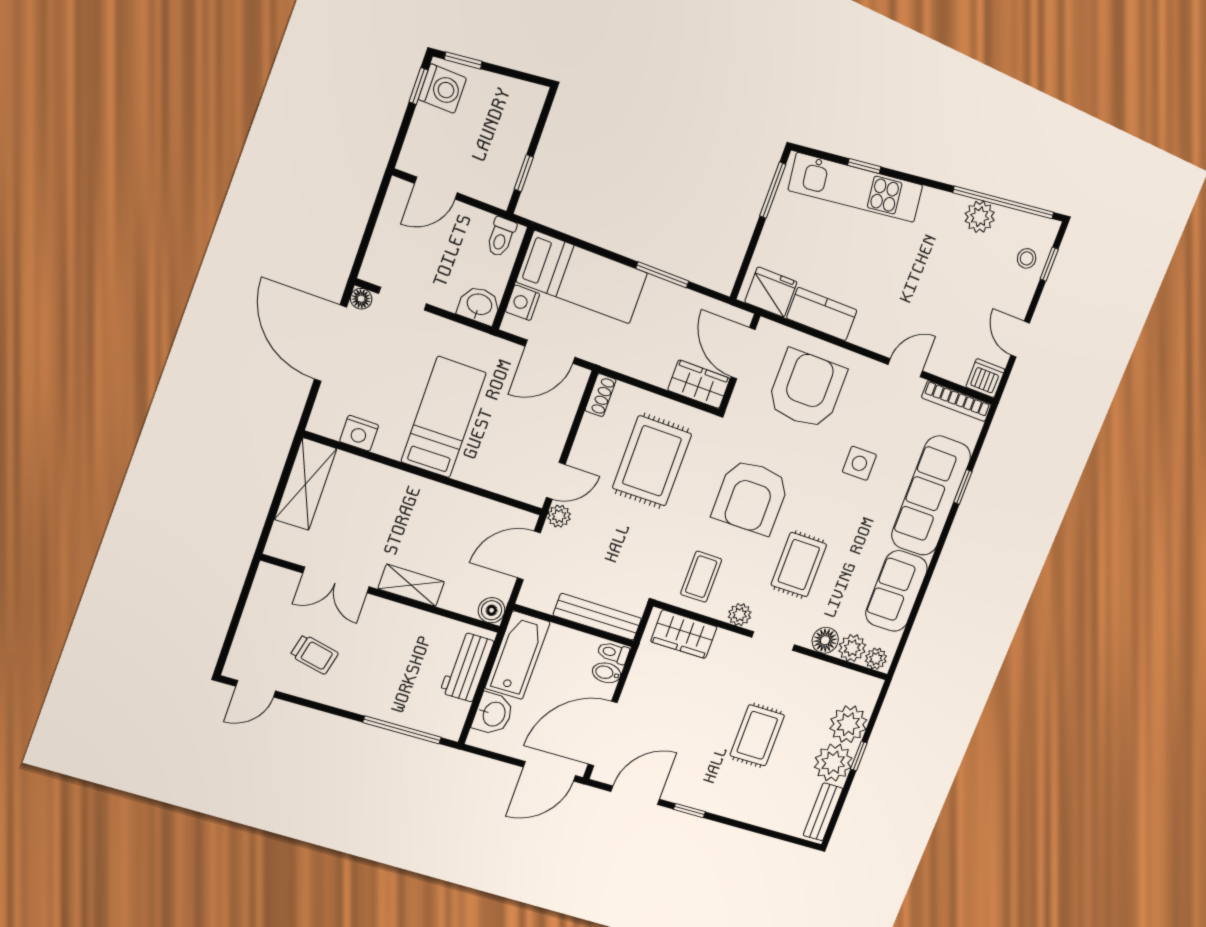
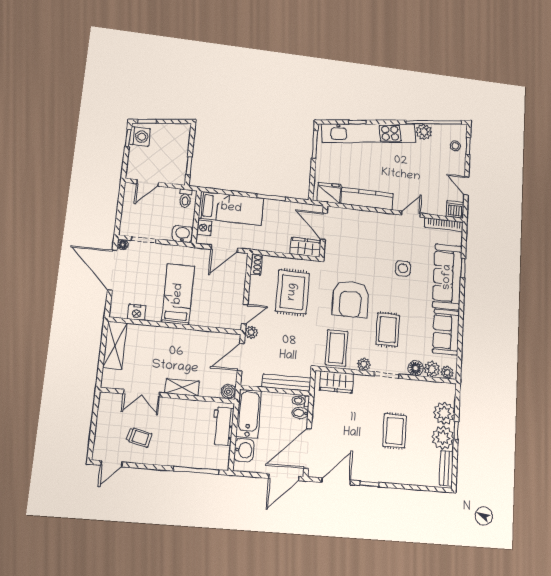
kitchen unit: (856, 188) -> (369, 133), width x1.36
kitchen counter: (822, 314) -> (367, 199), width x1.50
armchair: (807, 389) -> (363, 237), removed
coffee table: (701, 577) -> (337, 348), width x1.36, depth x1.30

